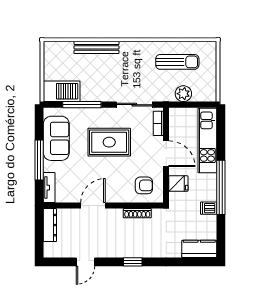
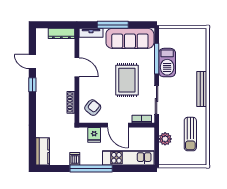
bench: (96, 47) -> (202, 89), moved
barbecue: (62, 91) -> (167, 63), moved
sofa: (56, 138) -> (130, 38), width x1.36
door: (166, 154) -> (118, 125), hinge flipped
armchair: (144, 185) -> (93, 108), turned -141
window: (133, 262) -> (32, 85), moved

